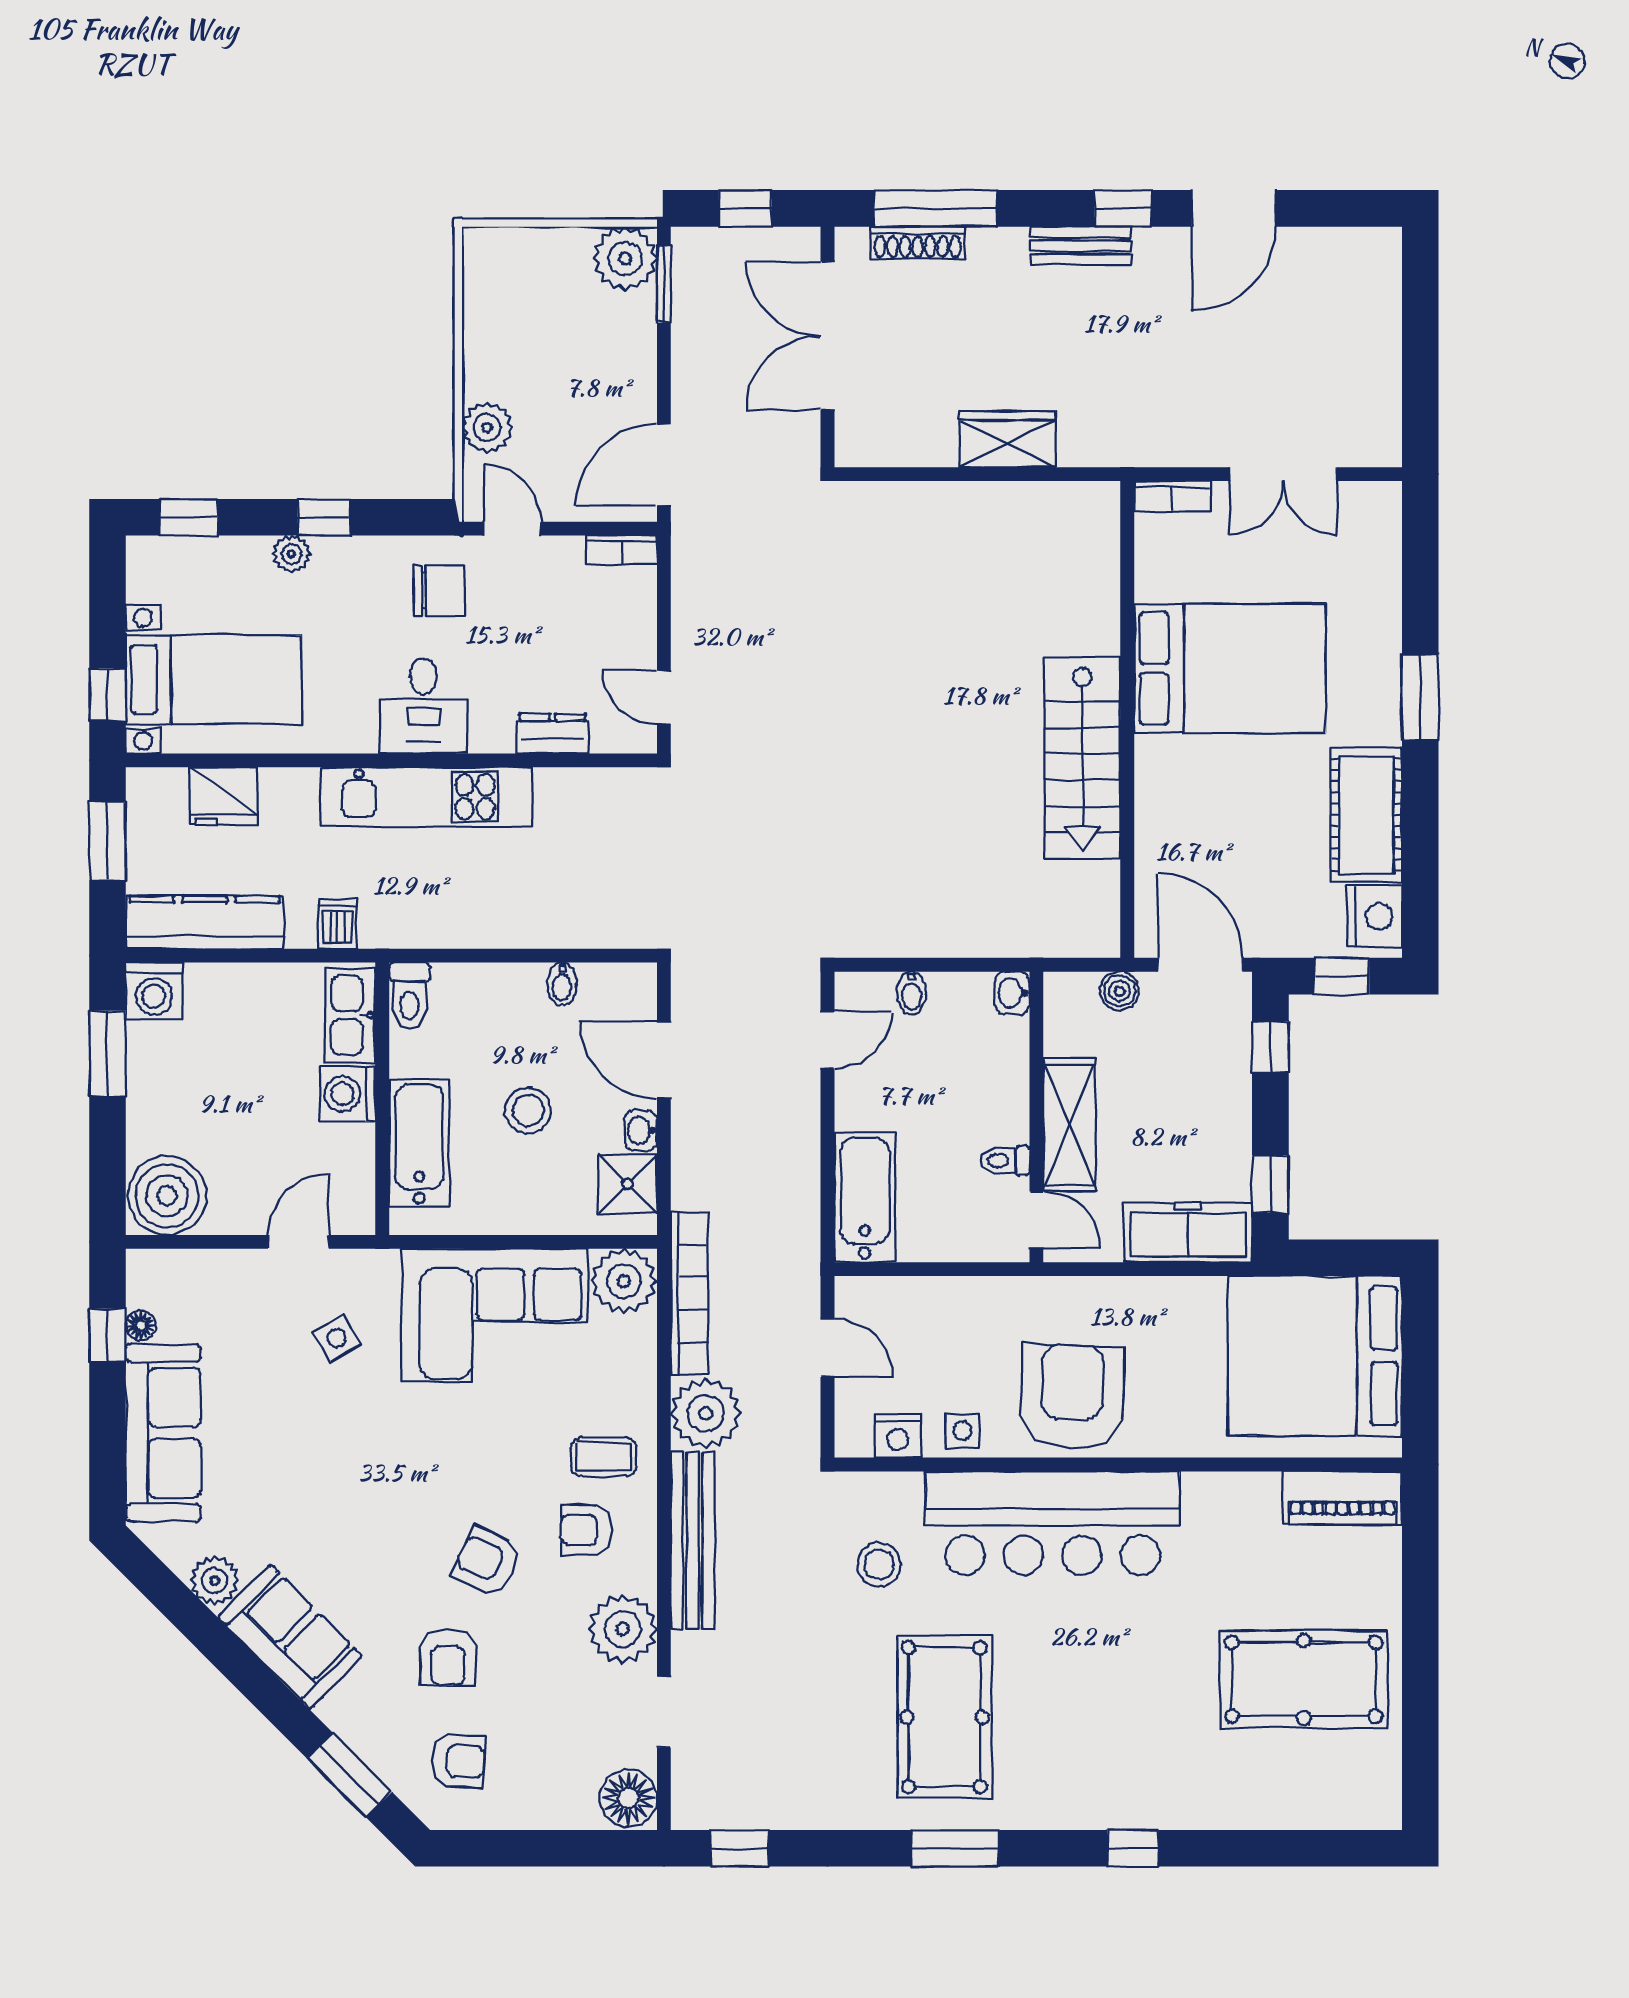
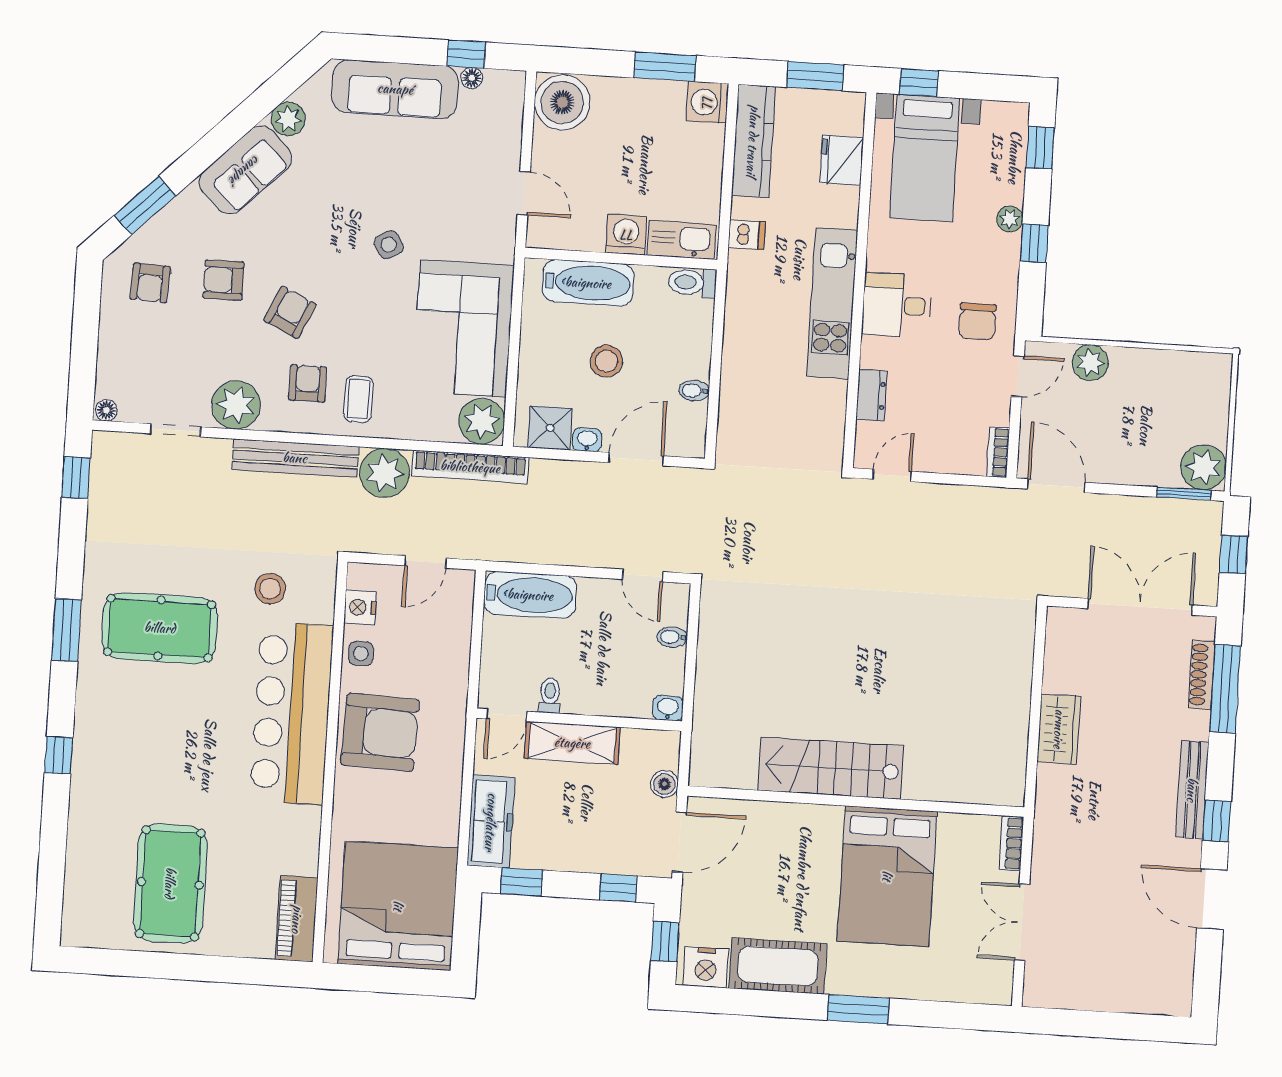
bench: (1081, 246) -> (1192, 790), width x1.36
side table: (337, 1338) -> (389, 245), moved
floor lamp: (628, 1798) -> (106, 410), width x0.53, depth x0.53

